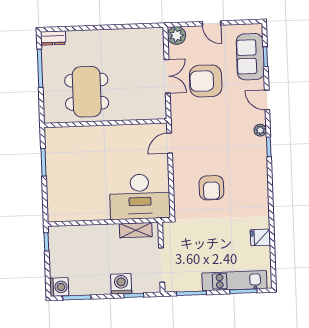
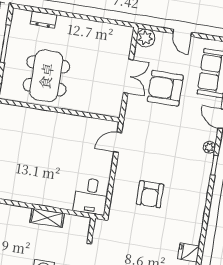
dresser: (53, 38) -> (44, 20), moved
desk: (140, 197) -> (91, 196), width x0.53, depth x0.77
shelving: (136, 230) -> (47, 218), moved

